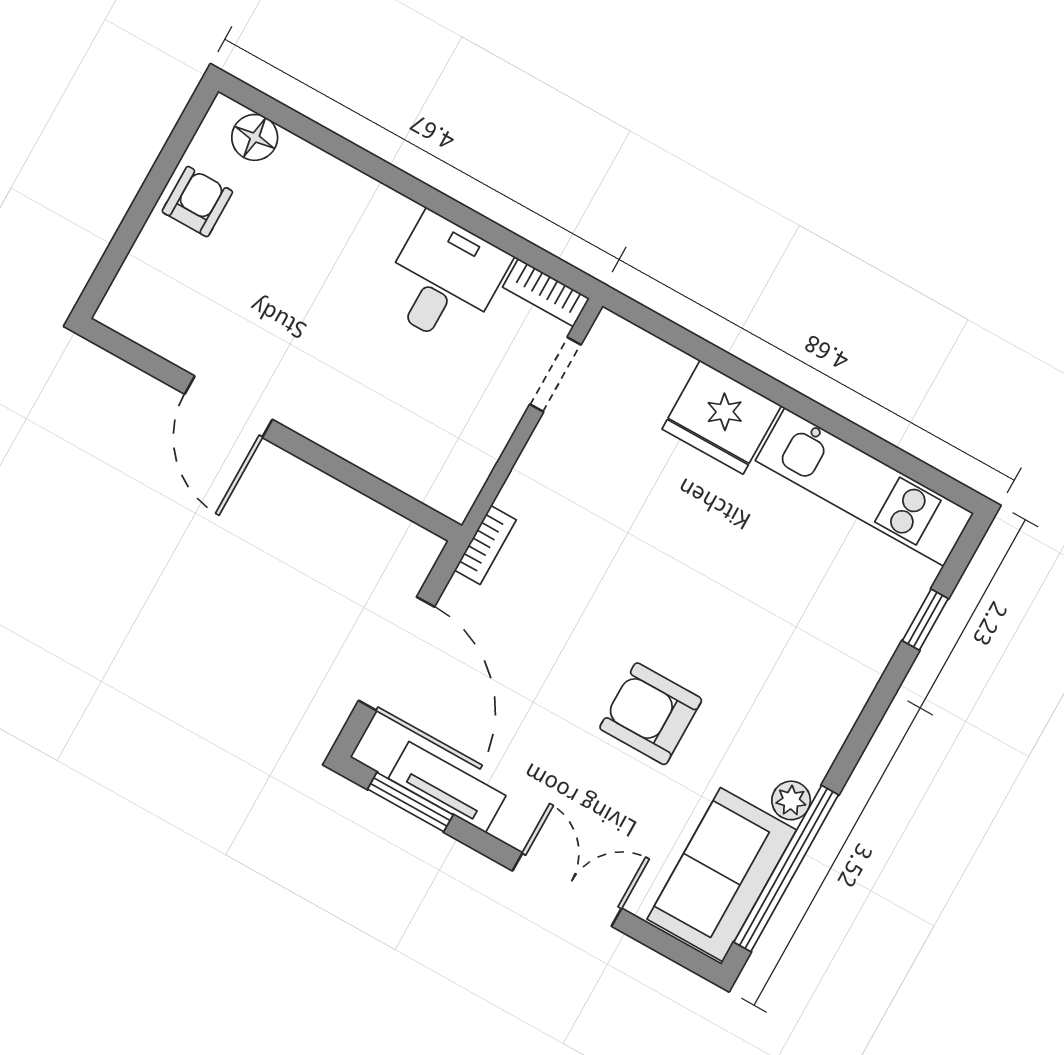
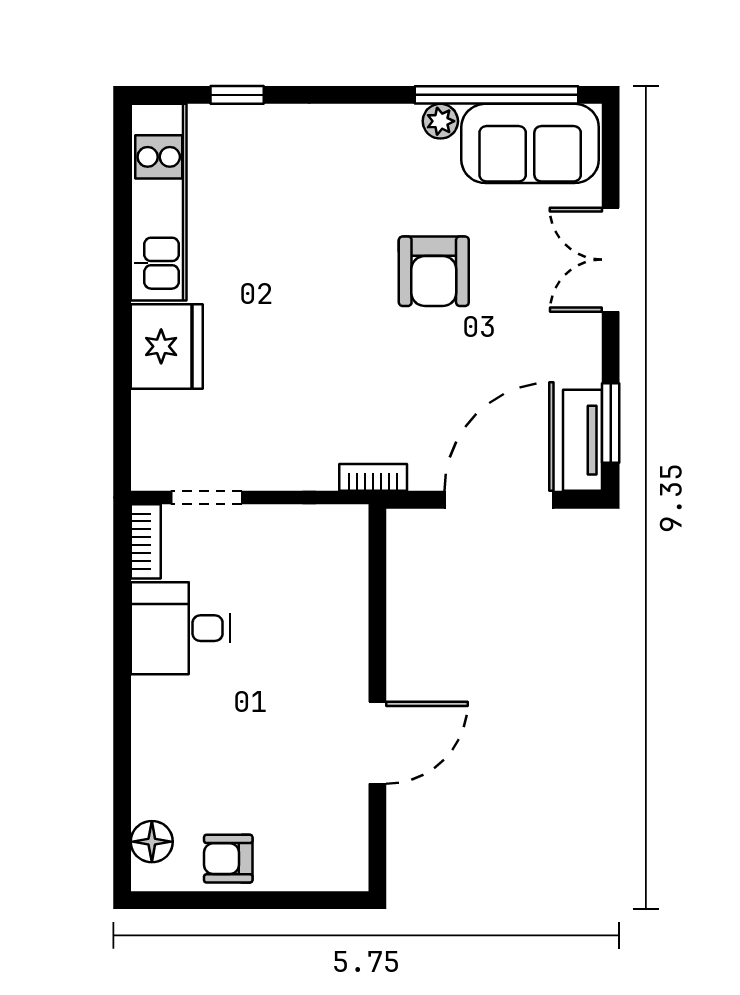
tv unit: (447, 787) -> (582, 440), moved

